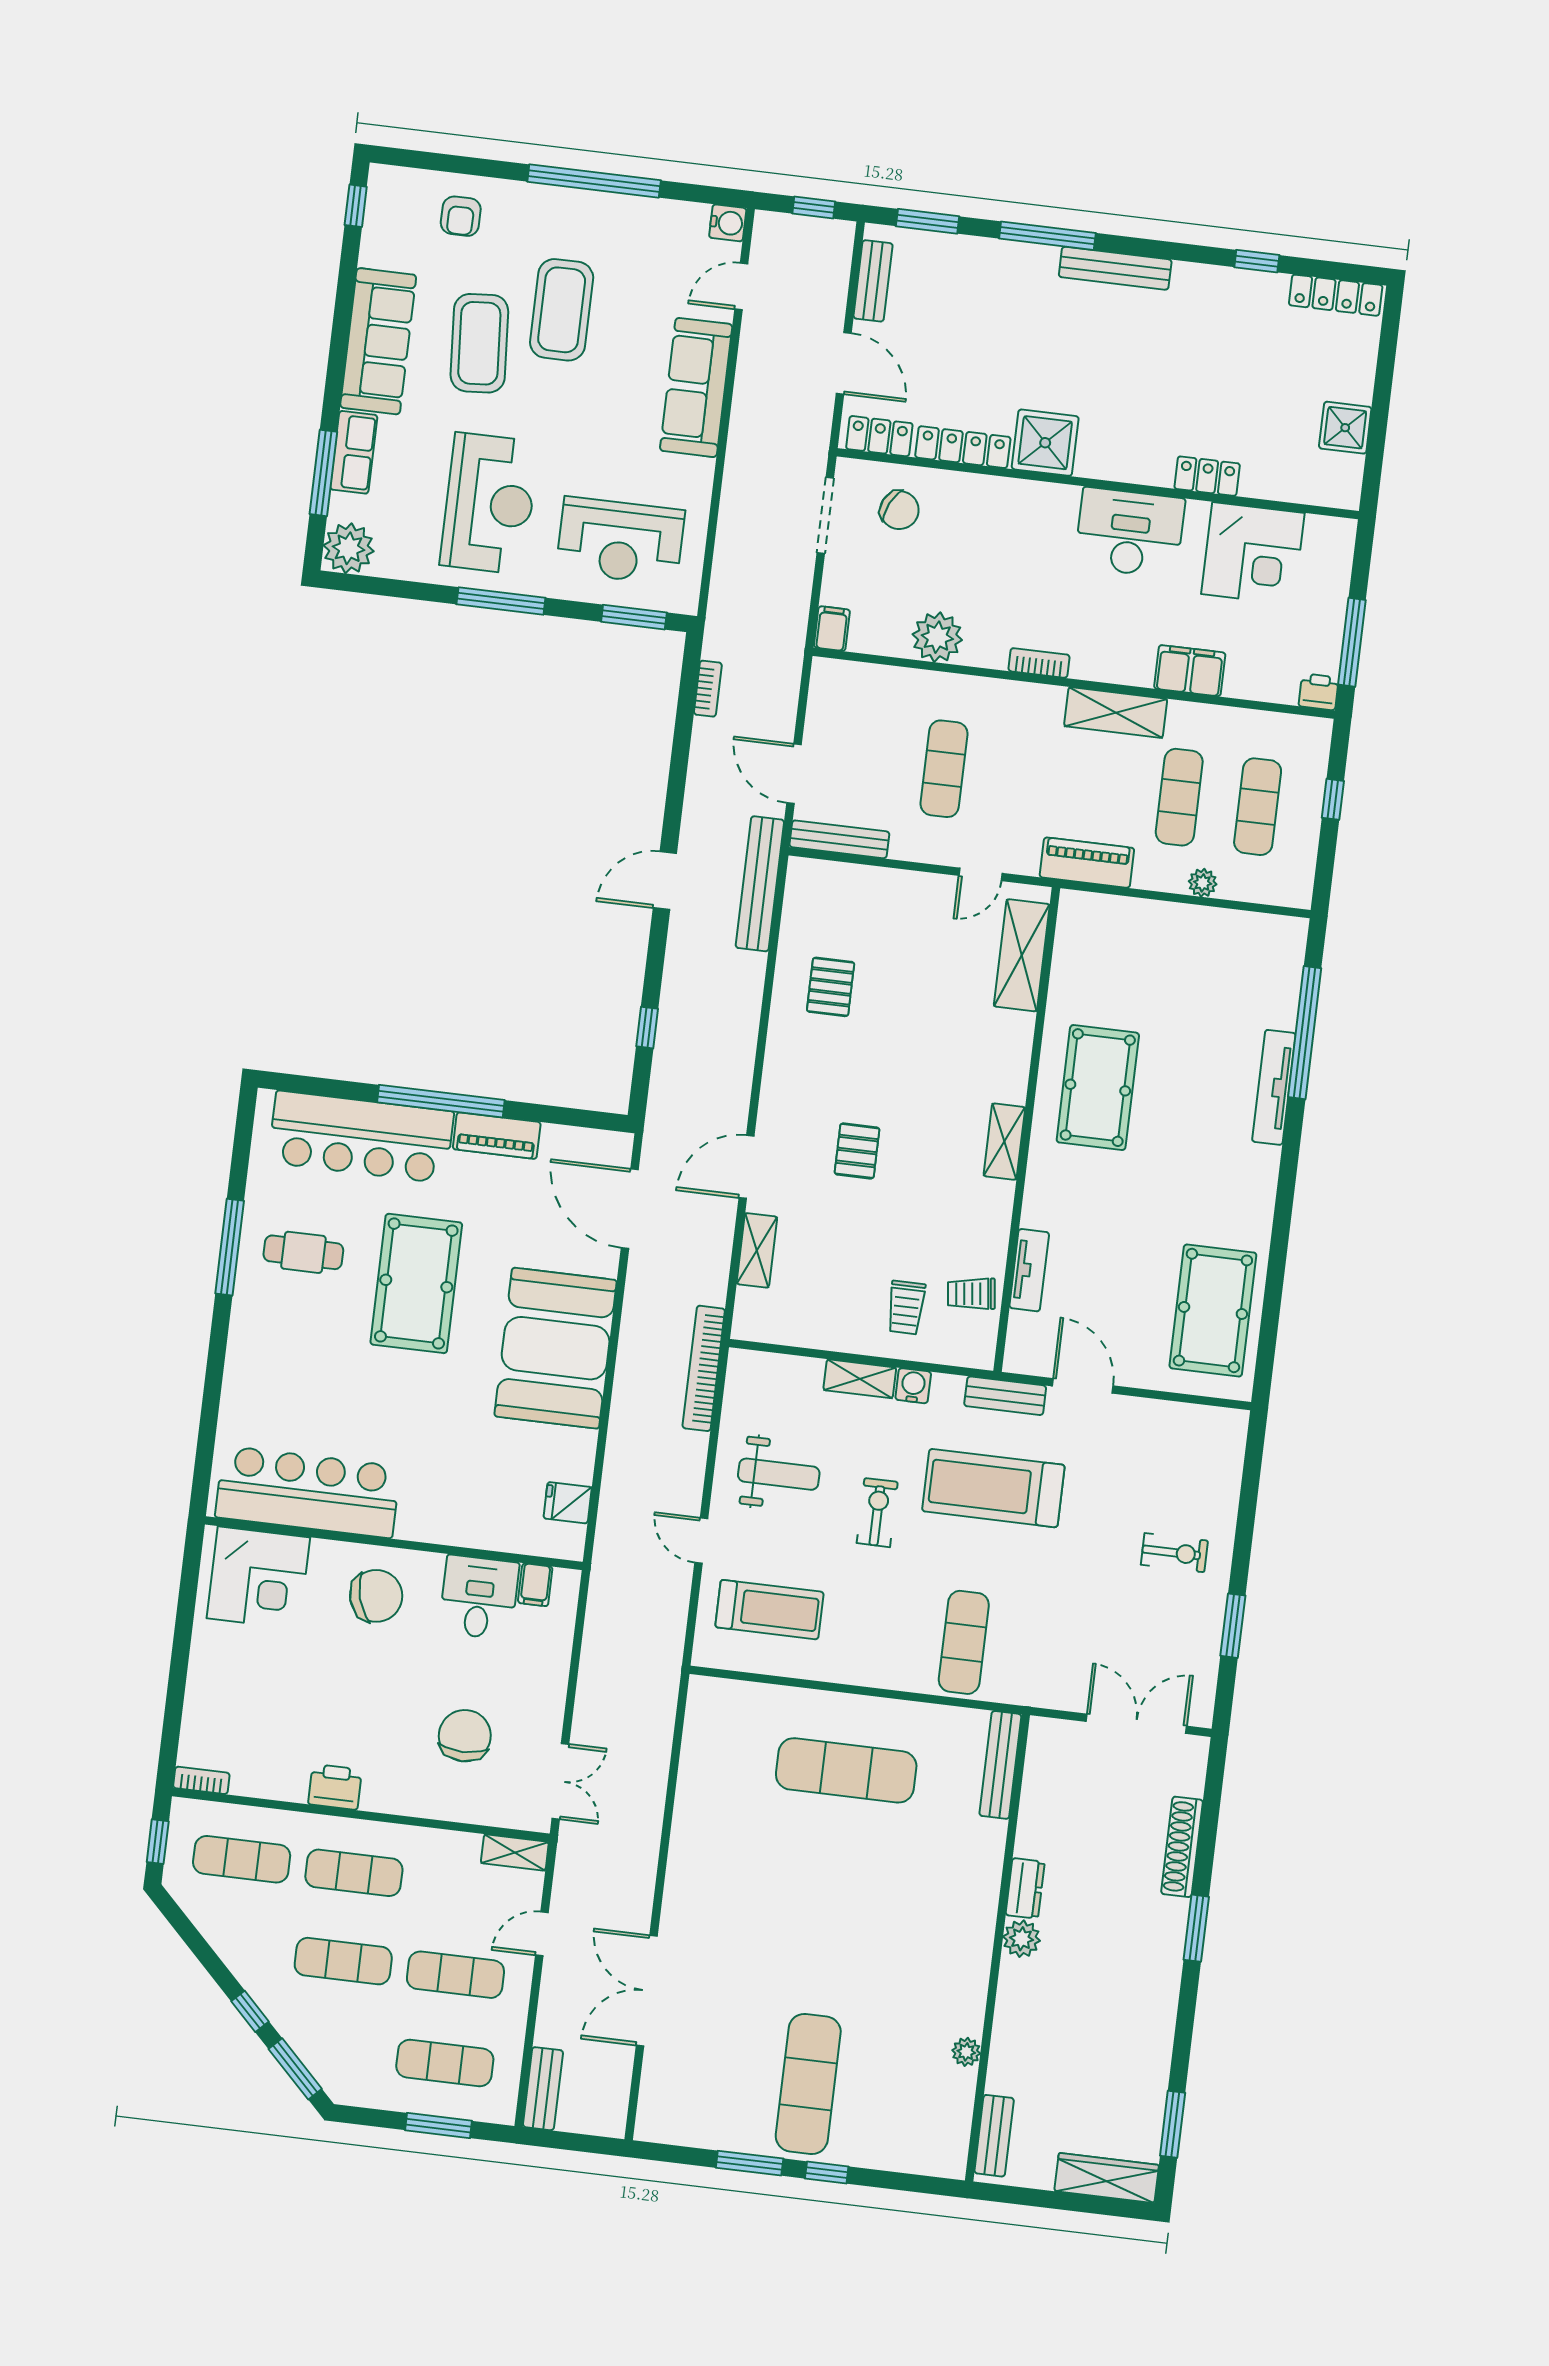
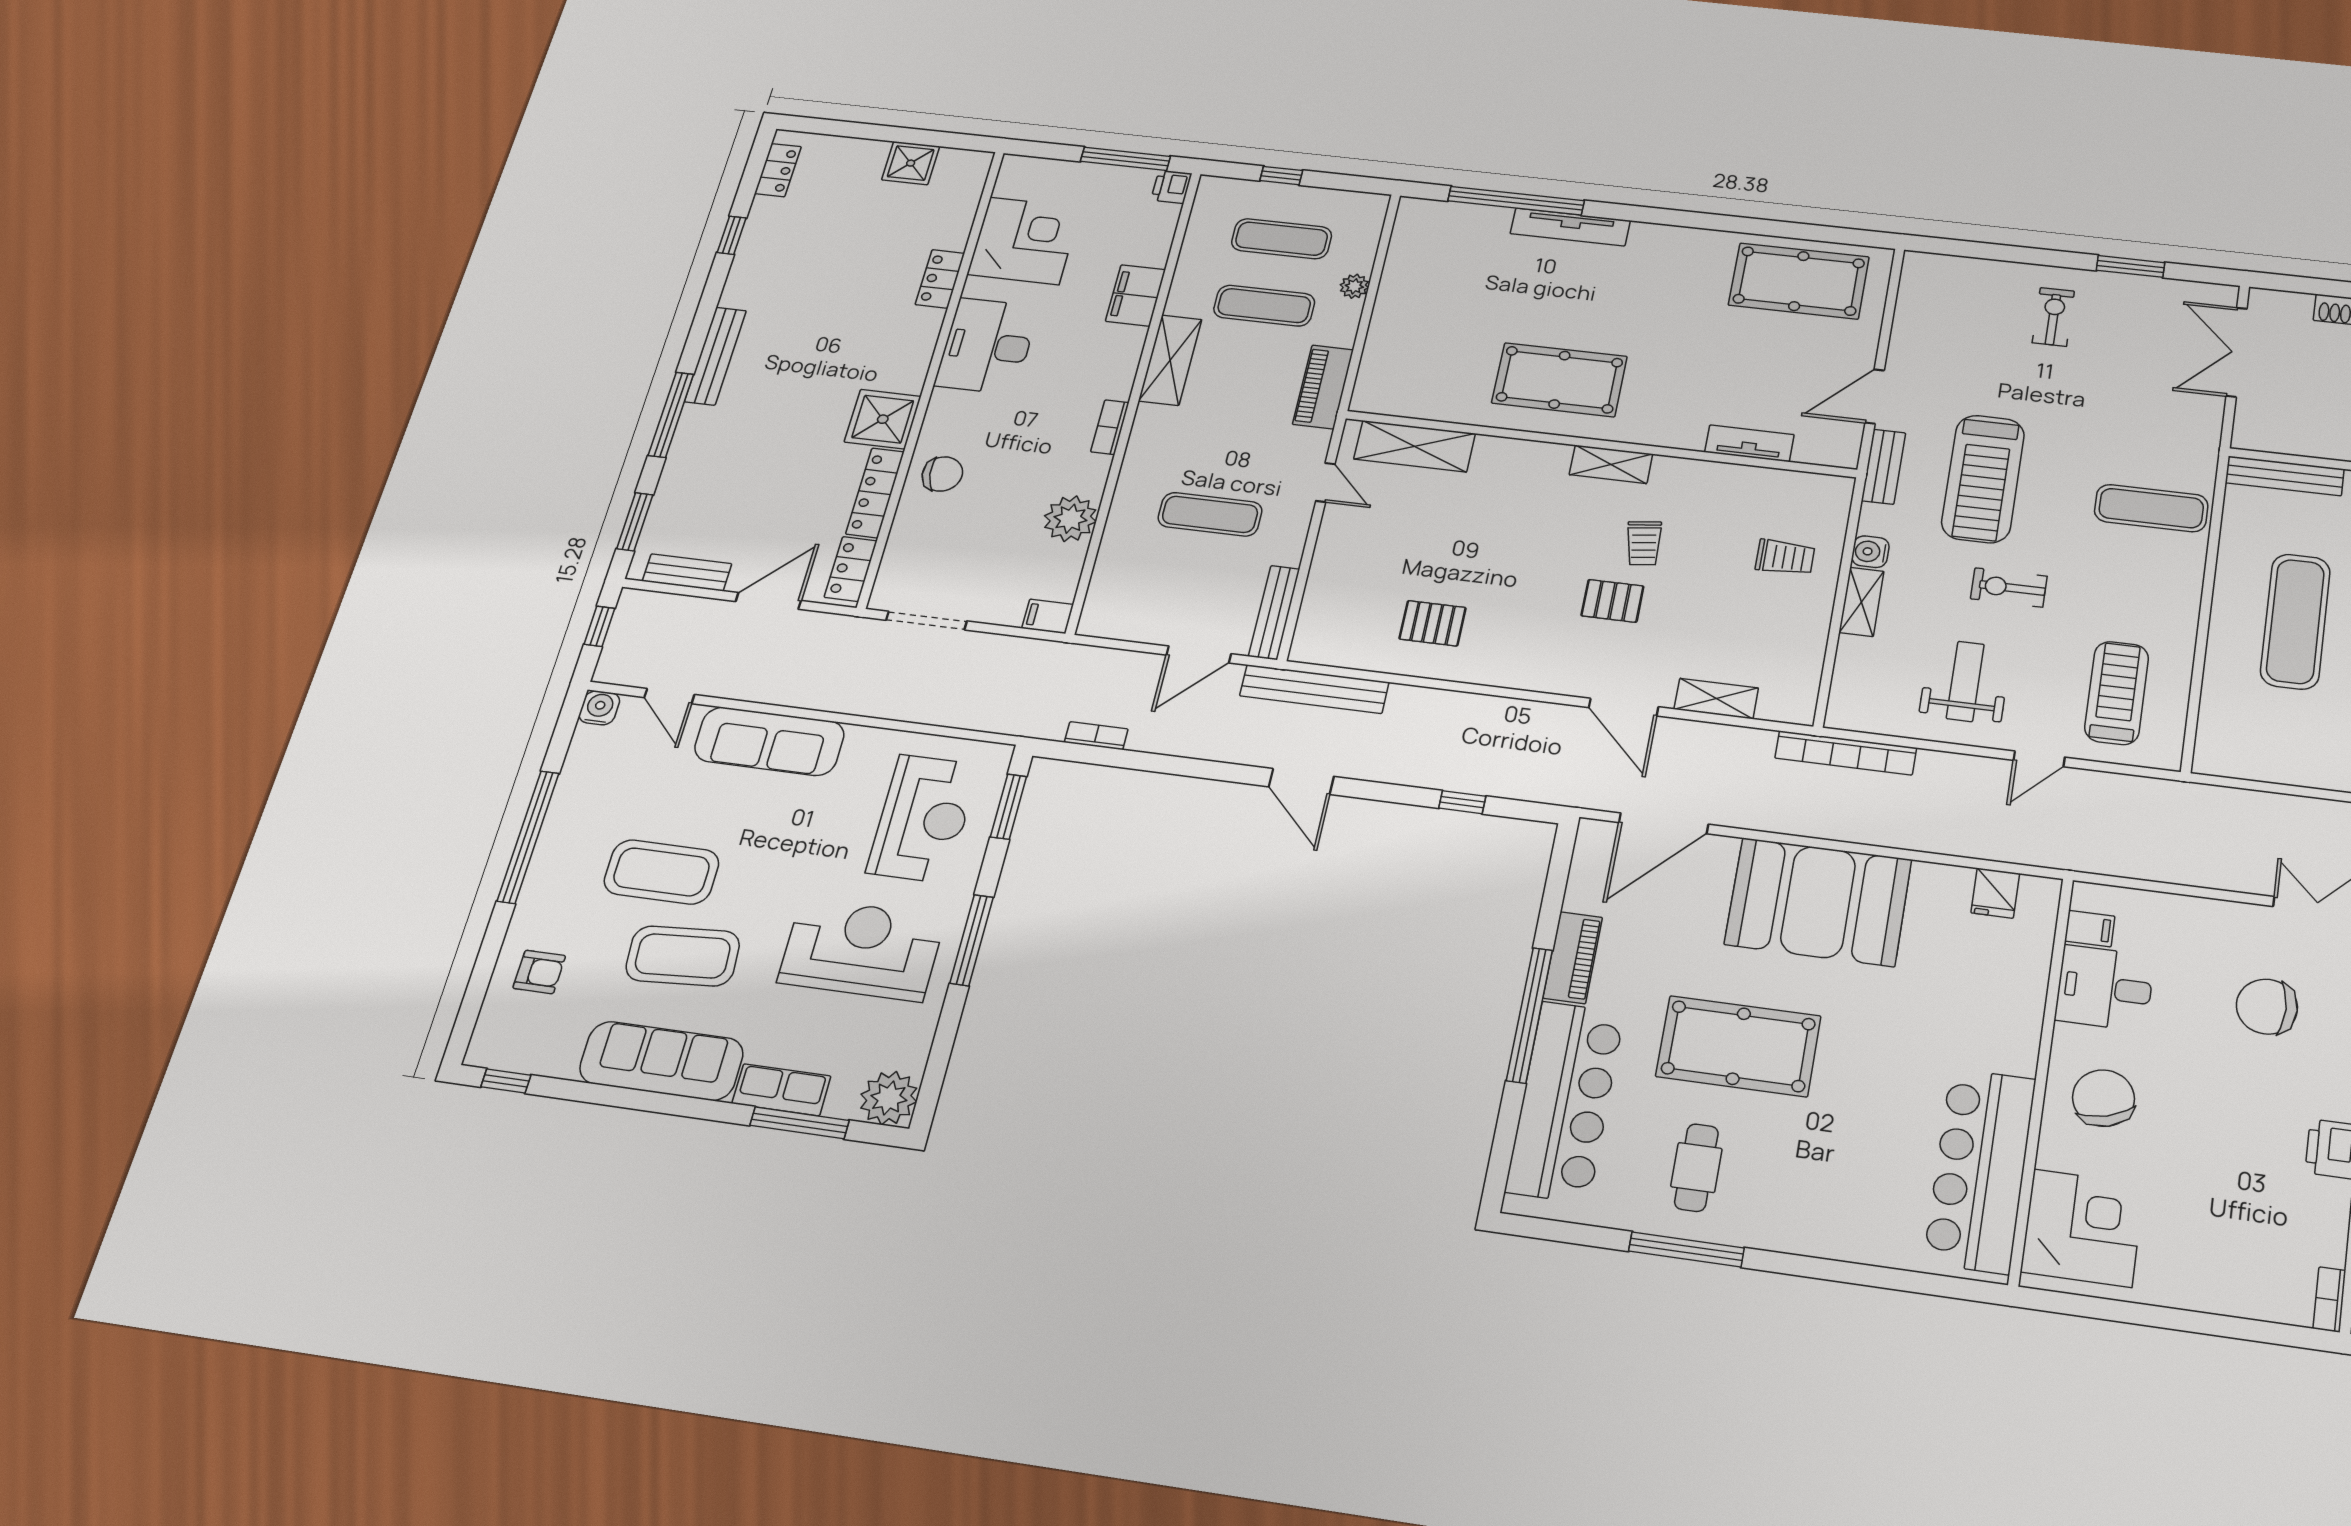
locker: (1336, 295) -> (778, 170), width x0.66
chair: (899, 510) -> (942, 474), moved, turned 56
trolley: (971, 1294) -> (1644, 543), moved

